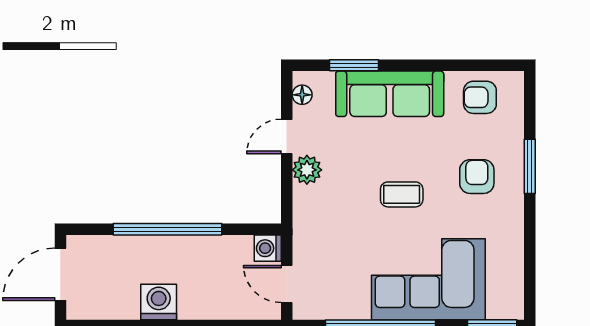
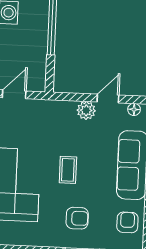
door: (287, 136) -> (108, 98), hinge flipped
washing machine: (268, 248) -> (37, 83), removed

